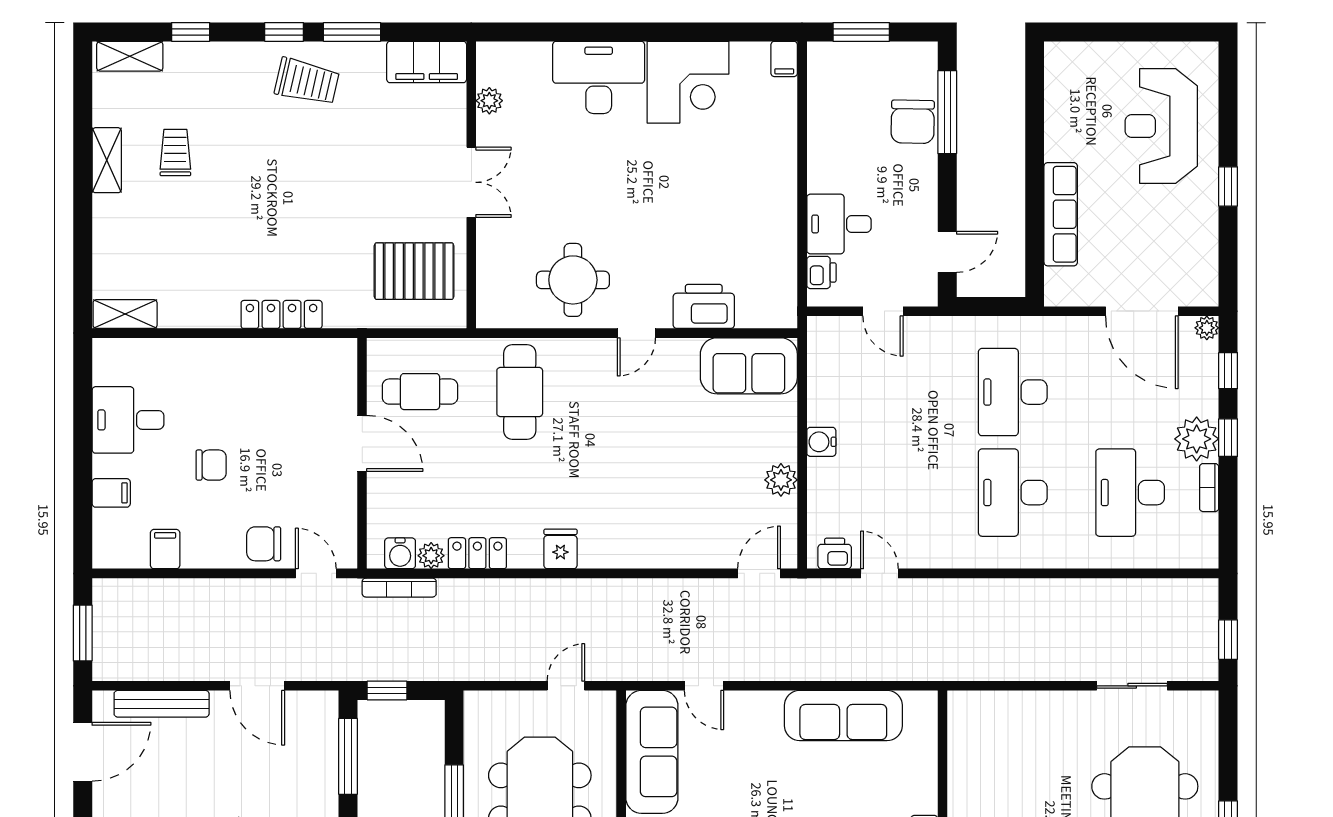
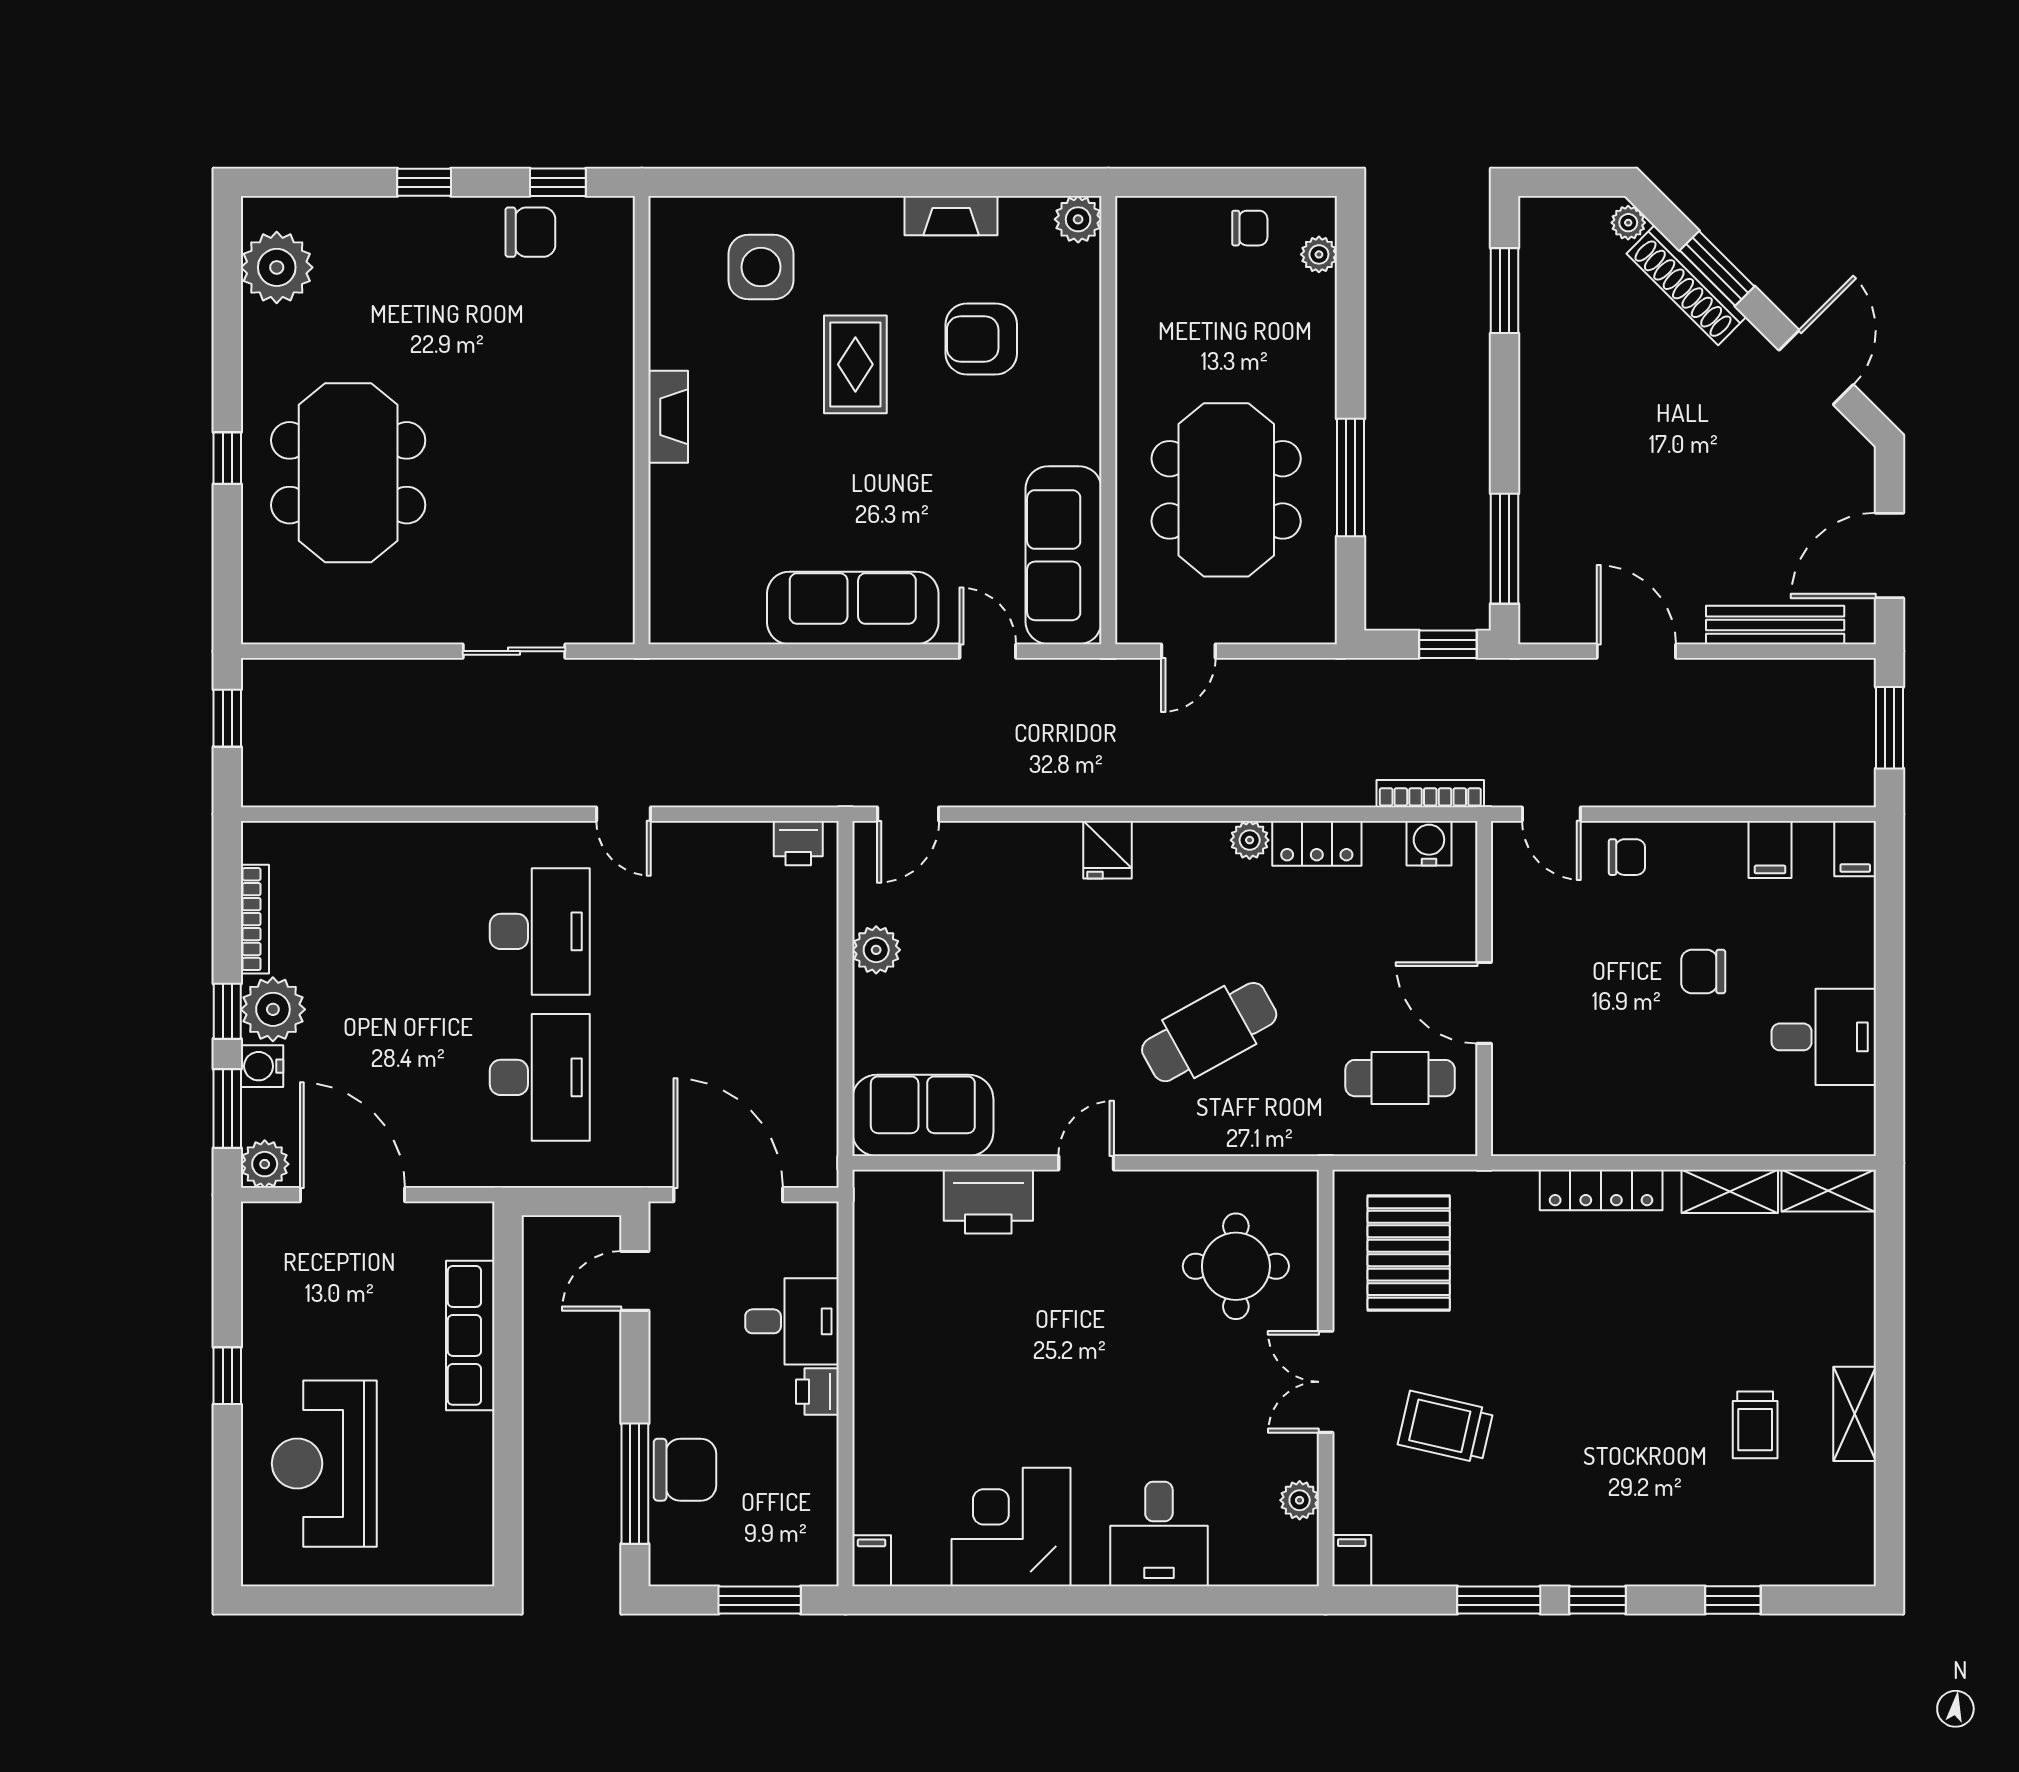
shelving: (130, 56) -> (1730, 1191), moved
filing cabinet: (427, 62) -> (1352, 1561), width x0.33, depth x0.86
desk: (599, 77) -> (1159, 1534), width x0.73
trolley: (307, 82) -> (1446, 1427), moved
chair: (913, 122) -> (685, 1470), turned 89
reception desk: (1161, 126) -> (324, 1464), turned 180
pallet: (414, 271) -> (1409, 1253), turned 90
printer: (821, 272) -> (817, 1392), moved
round table: (573, 280) -> (1236, 1266), moved
door: (883, 311) -> (728, 1195), width x1.88
plant: (1207, 328) -> (265, 1164), width x1.38, depth x1.38
window: (1228, 371) -> (227, 1109), width x1.50
cafe table: (520, 392) -> (1209, 1032), moved, turned 61
water cooler: (821, 442) -> (262, 1066), moved, turned 180
bookcase: (1209, 488) -> (255, 919), width x1.56
filing cabinet: (111, 493) -> (1855, 849), moved, turned -90
desk: (1130, 493) -> (370, 931), removed
chair: (264, 544) -> (1627, 857), width x0.73, depth x0.73
fridge: (560, 549) -> (1108, 850), moved
plant: (431, 556) -> (1250, 840), moved
door: (879, 573) -> (623, 814), moved
sliding door: (1132, 686) -> (514, 651), moved
sofa: (843, 715) -> (853, 608), moved

